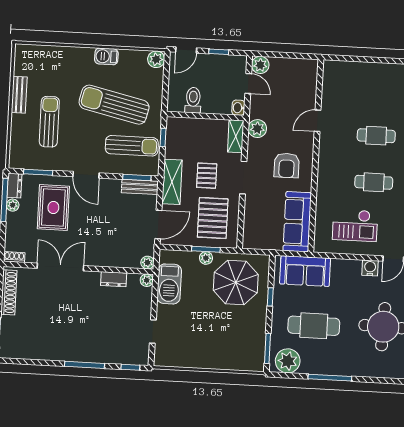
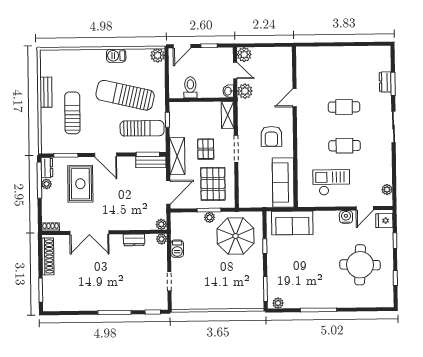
plant: (257, 129) -> (245, 91), moved
checkout: (355, 225) -> (331, 182), turned 180
double door: (60, 267) -> (89, 233), swing flipped
barbecue: (169, 284) -> (177, 249), width x0.53, depth x0.65
cafe table: (314, 326) -> (302, 268), removed
plant: (288, 361) -> (278, 303), width x0.53, depth x0.53

